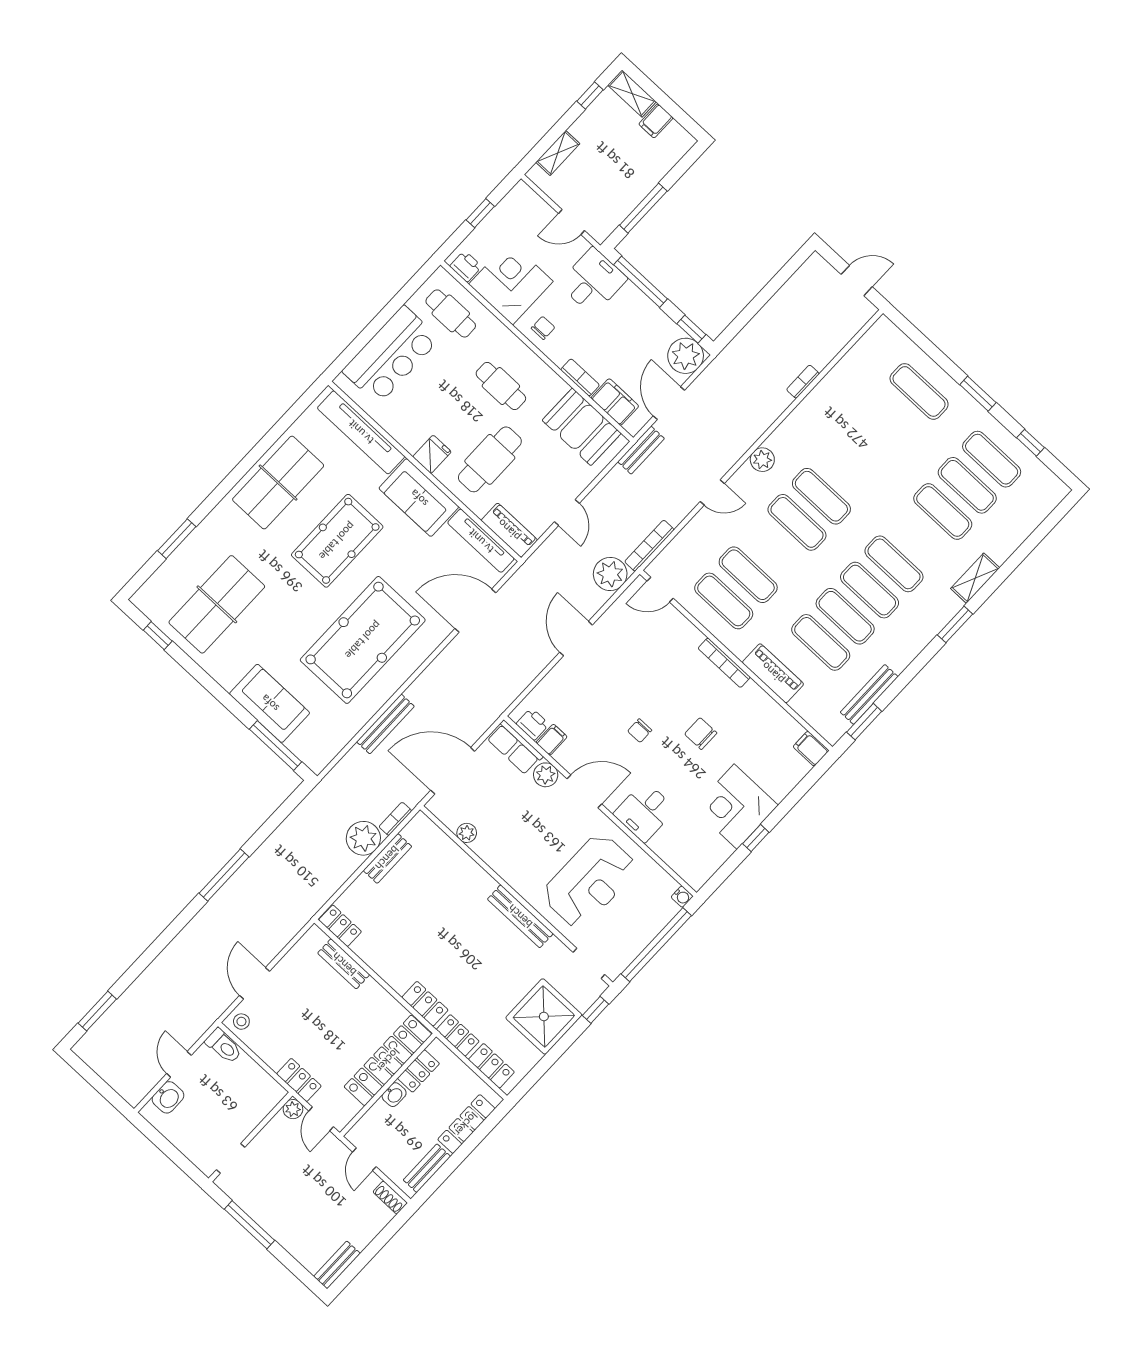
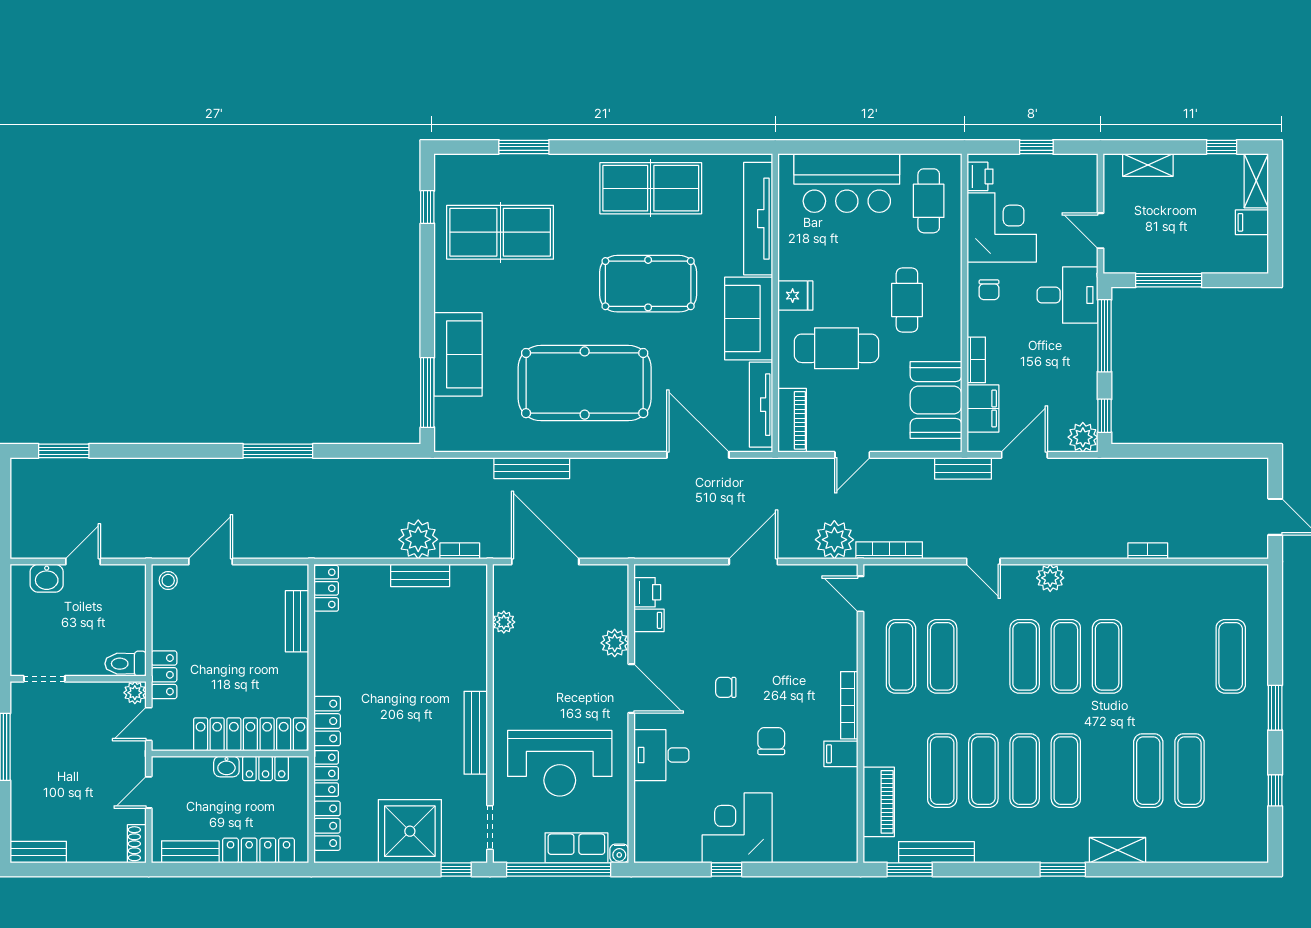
chair: (543, 328) -> (989, 290), turned 90
plant: (686, 356) -> (1083, 437), width x0.73, depth x0.73
exercise mat: (992, 459) -> (1107, 656), moved
piano: (773, 673) -> (879, 802), moved
row of seats: (515, 747) -> (576, 848), moved, turned 90
filing cabinet: (811, 749) -> (841, 754), moved, turned -90
toilet: (224, 1046) -> (125, 664), moved, turned 90

